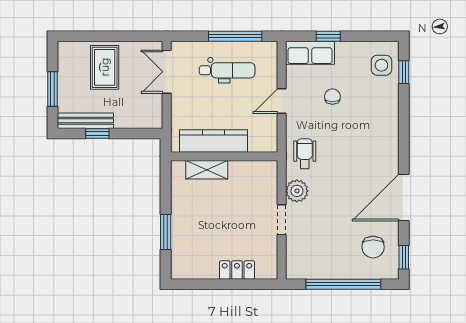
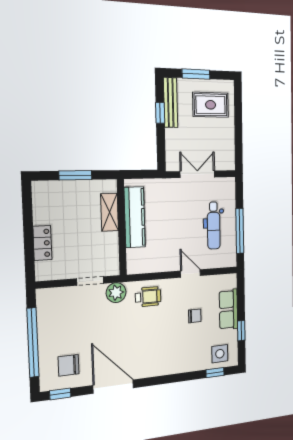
window: (328, 36) -> (241, 331), moved
row of seats: (310, 53) -> (228, 309), moved
rug: (105, 67) -> (211, 105), moved
double door: (167, 72) -> (197, 174), moved
kitchen counter: (213, 141) -> (135, 217), moved
wall: (224, 156) -> (122, 227), moved
shelving: (207, 170) -> (110, 212), moved

